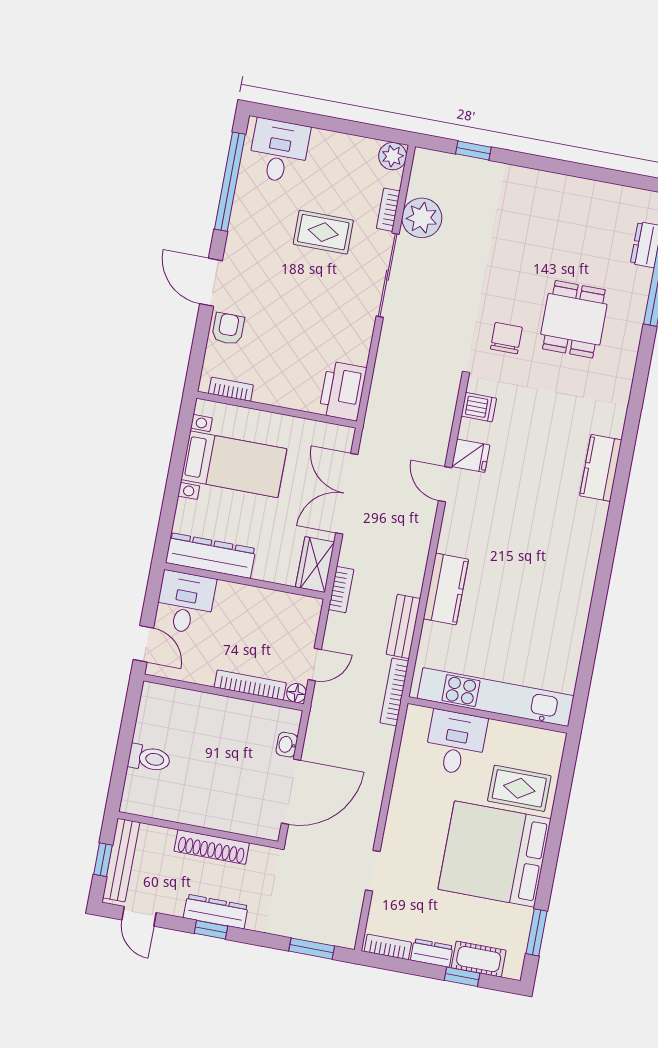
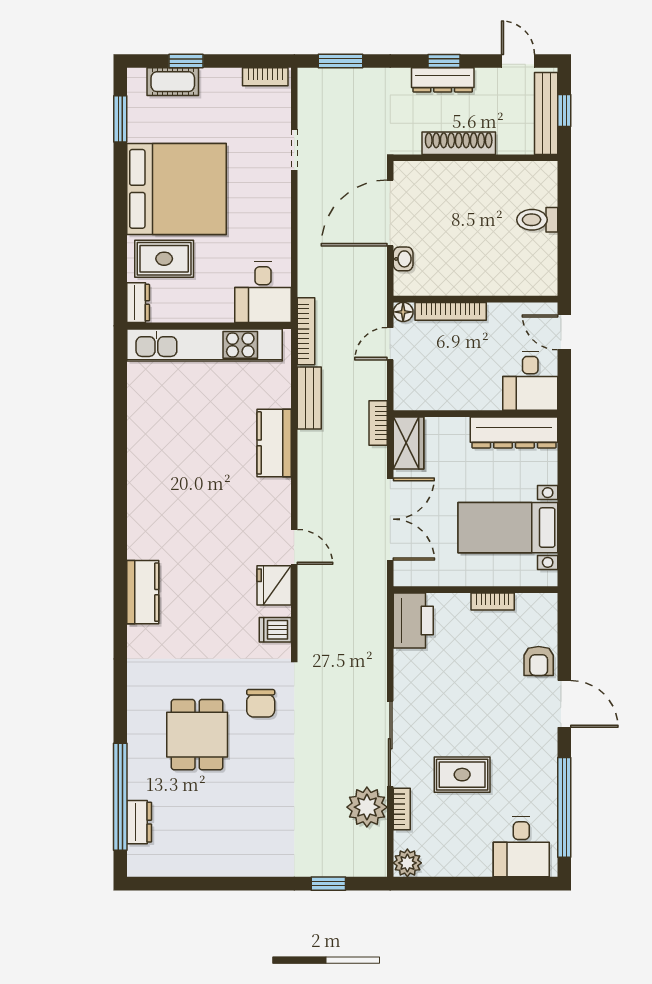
bookcase: (231, 389) -> (493, 601), moved
fridge: (471, 456) -> (274, 585), width x1.38
desk: (456, 743) -> (263, 292), moved
dresser: (432, 953) -> (138, 303), moved, turned -90

